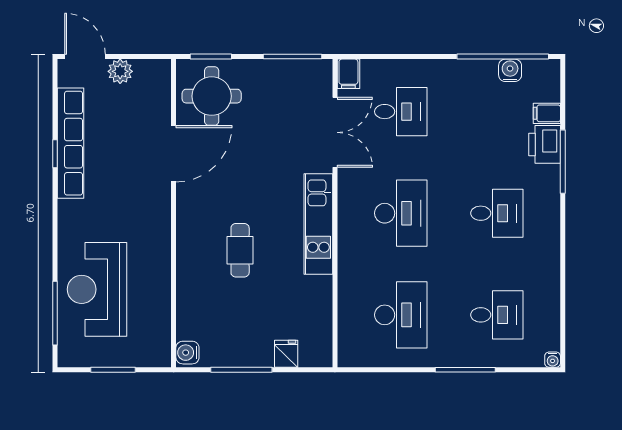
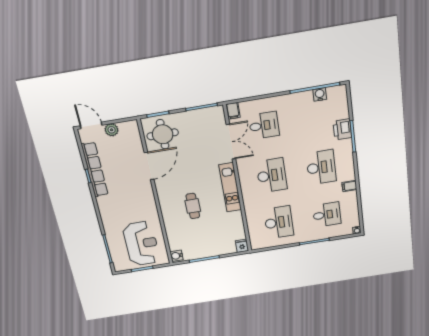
filing cabinet: (547, 113) -> (349, 186), moved
desk: (497, 213) -> (321, 167), width x1.37
reception desk: (97, 289) -> (141, 244), moved, turned 180
fridge: (286, 354) -> (242, 246), moved

